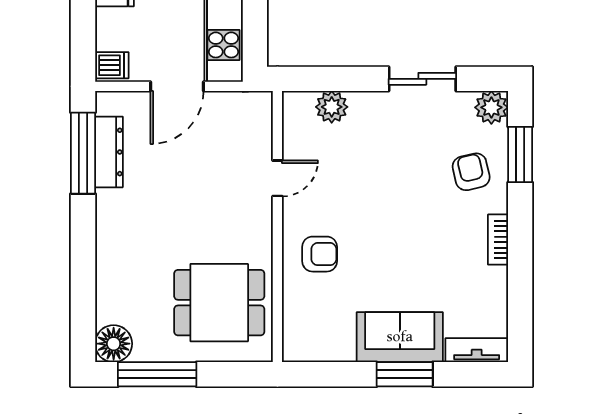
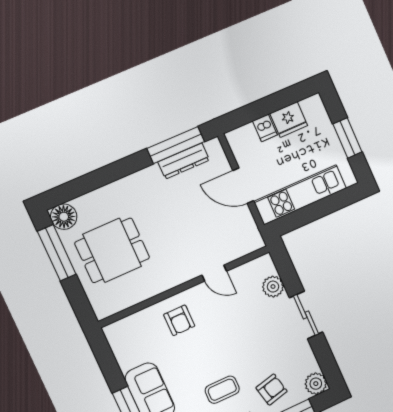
dishwasher: (112, 65) -> (265, 128), moved
sliding door: (422, 79) -> (306, 315), moved
coffee table: (440, 239) -> (222, 390), added
dining table: (219, 303) -> (112, 250), moved, turned 90

